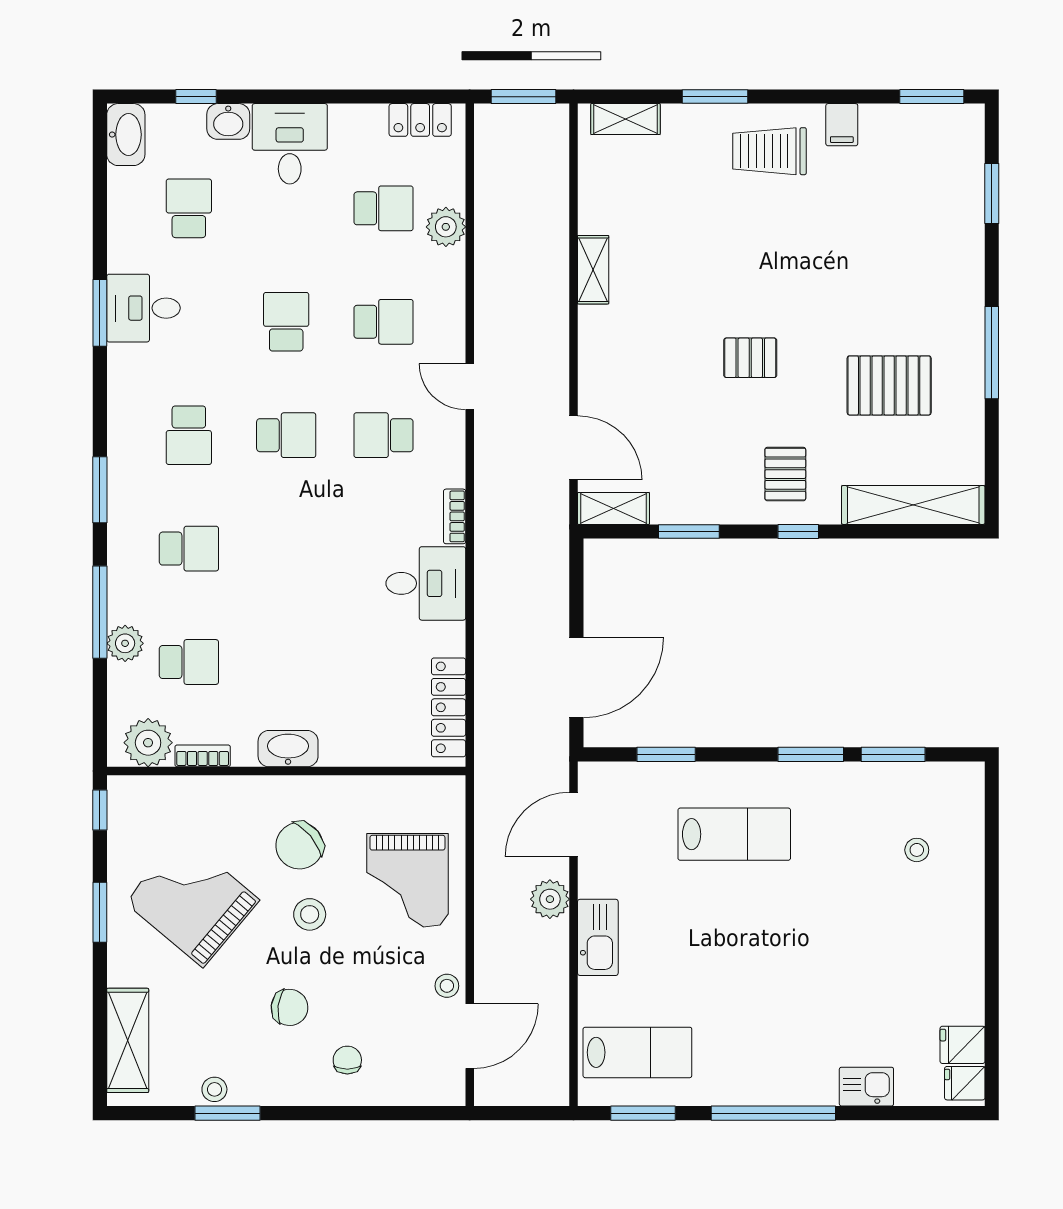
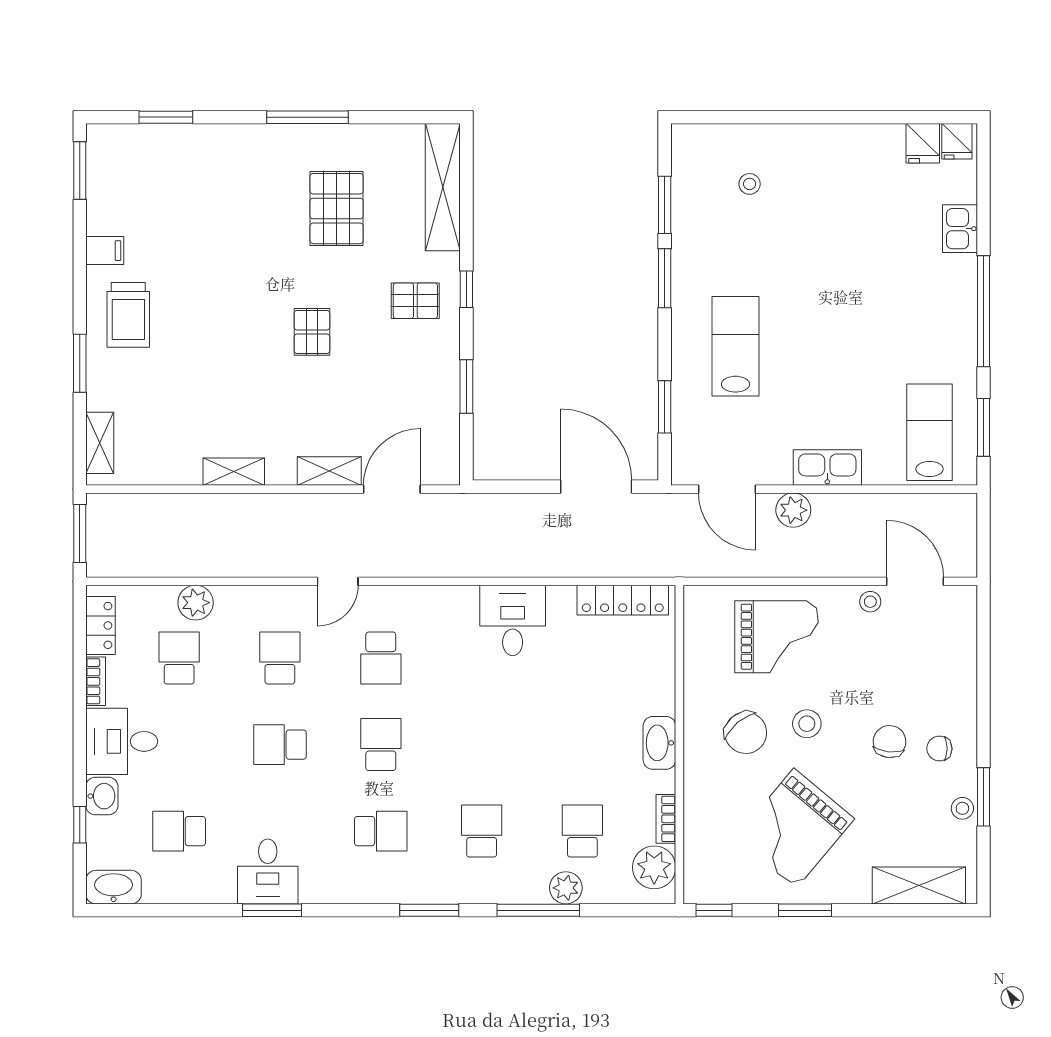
shelving: (613, 508) -> (329, 471), moved, turned 90
bookcase: (455, 516) -> (96, 681), moved, turned -90
chair: (347, 1060) -> (939, 749), moved

